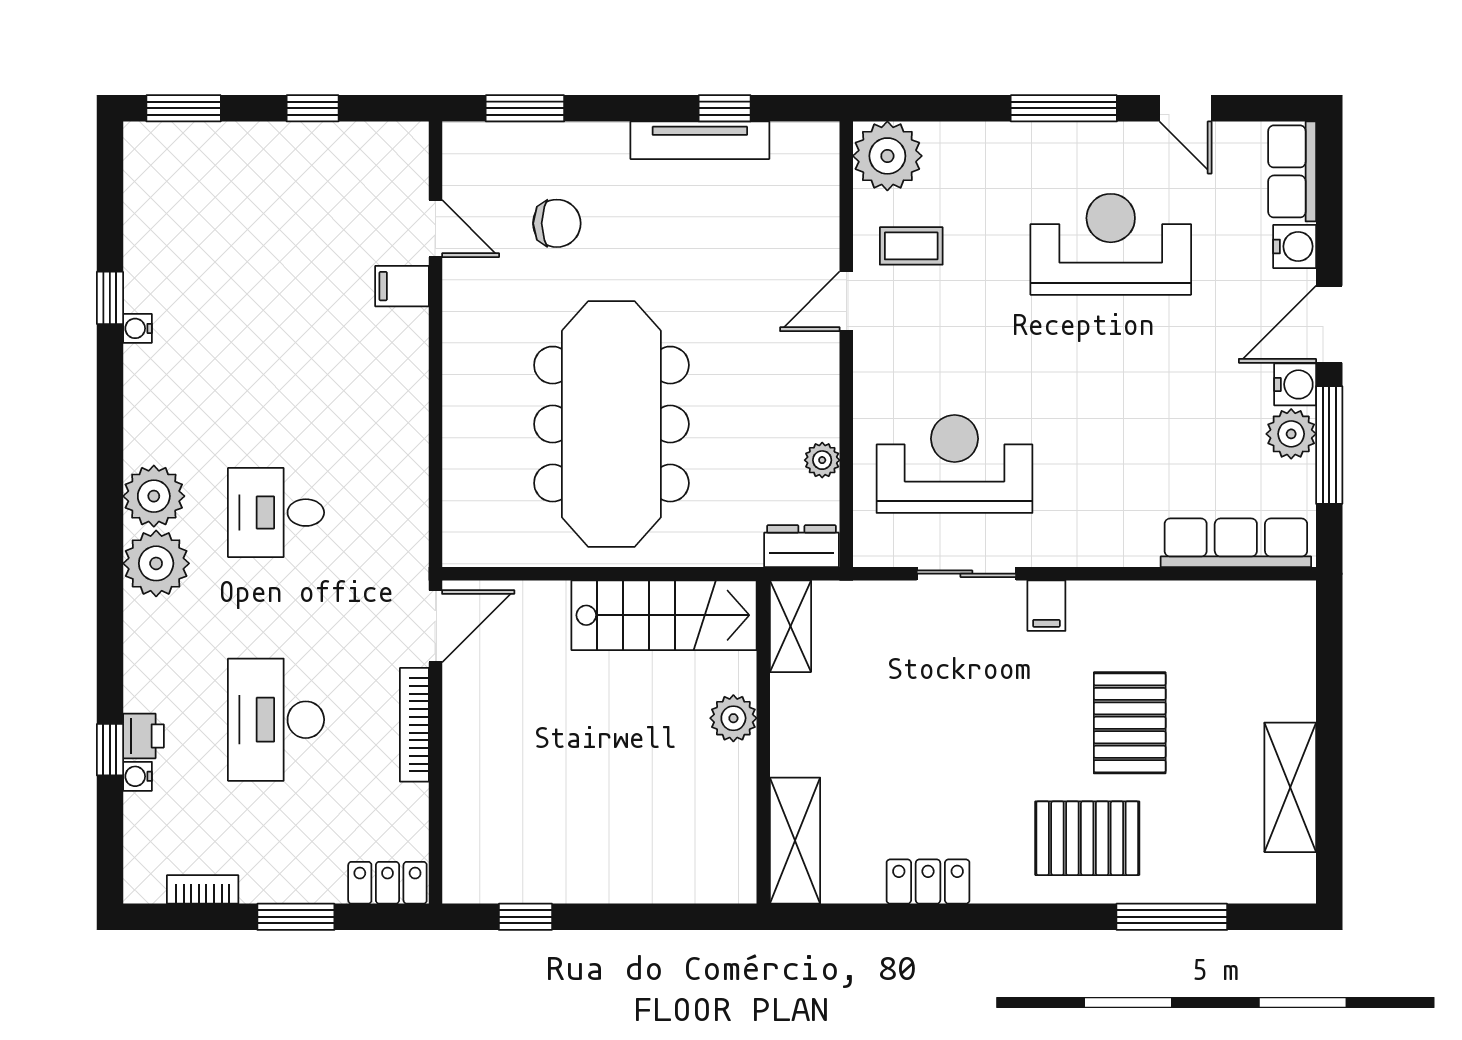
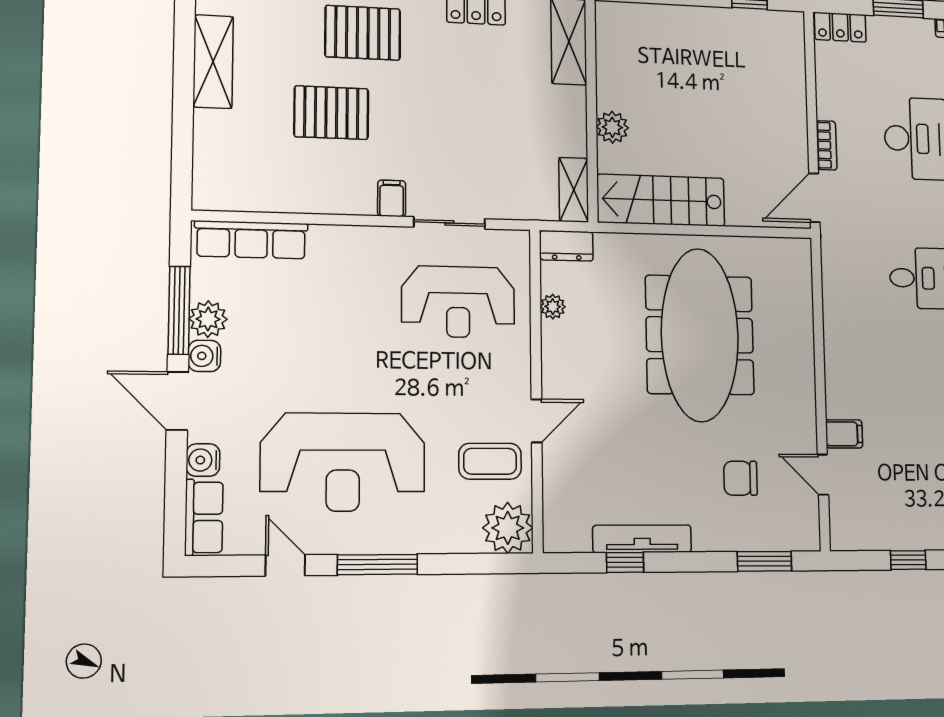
reception desk: (1111, 244) -> (343, 462), width x1.36, depth x1.30
coffee table: (911, 246) -> (490, 461), width x1.36, depth x1.30
door: (1329, 324) -> (177, 401), swing flipped
pallet: (1130, 723) -> (331, 113), turned 90
bookcase: (414, 725) -> (827, 145), width x0.64

